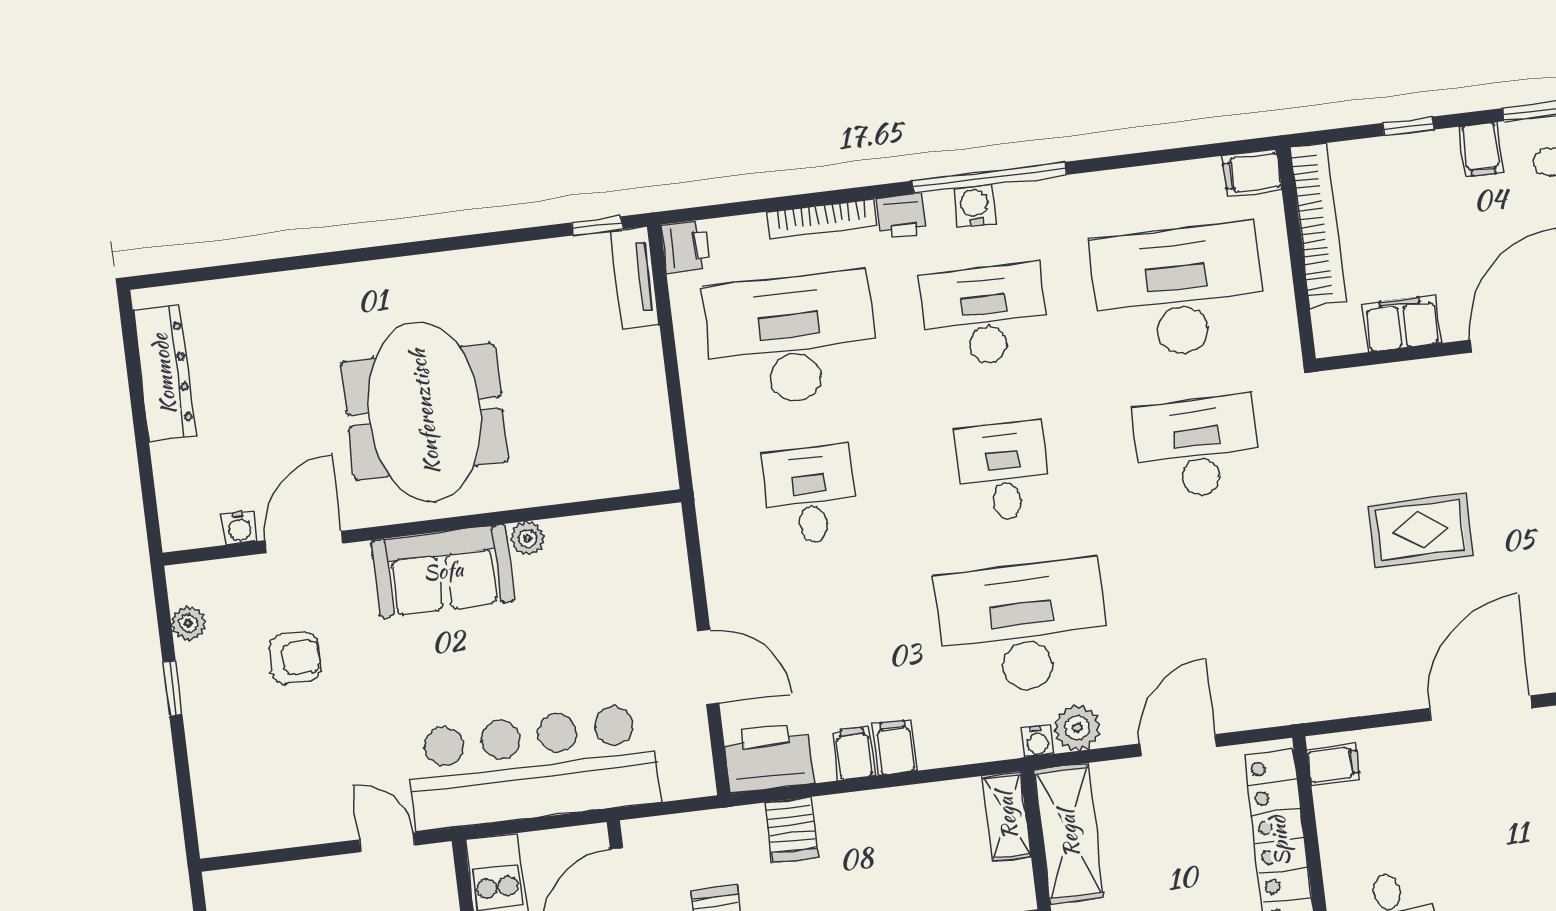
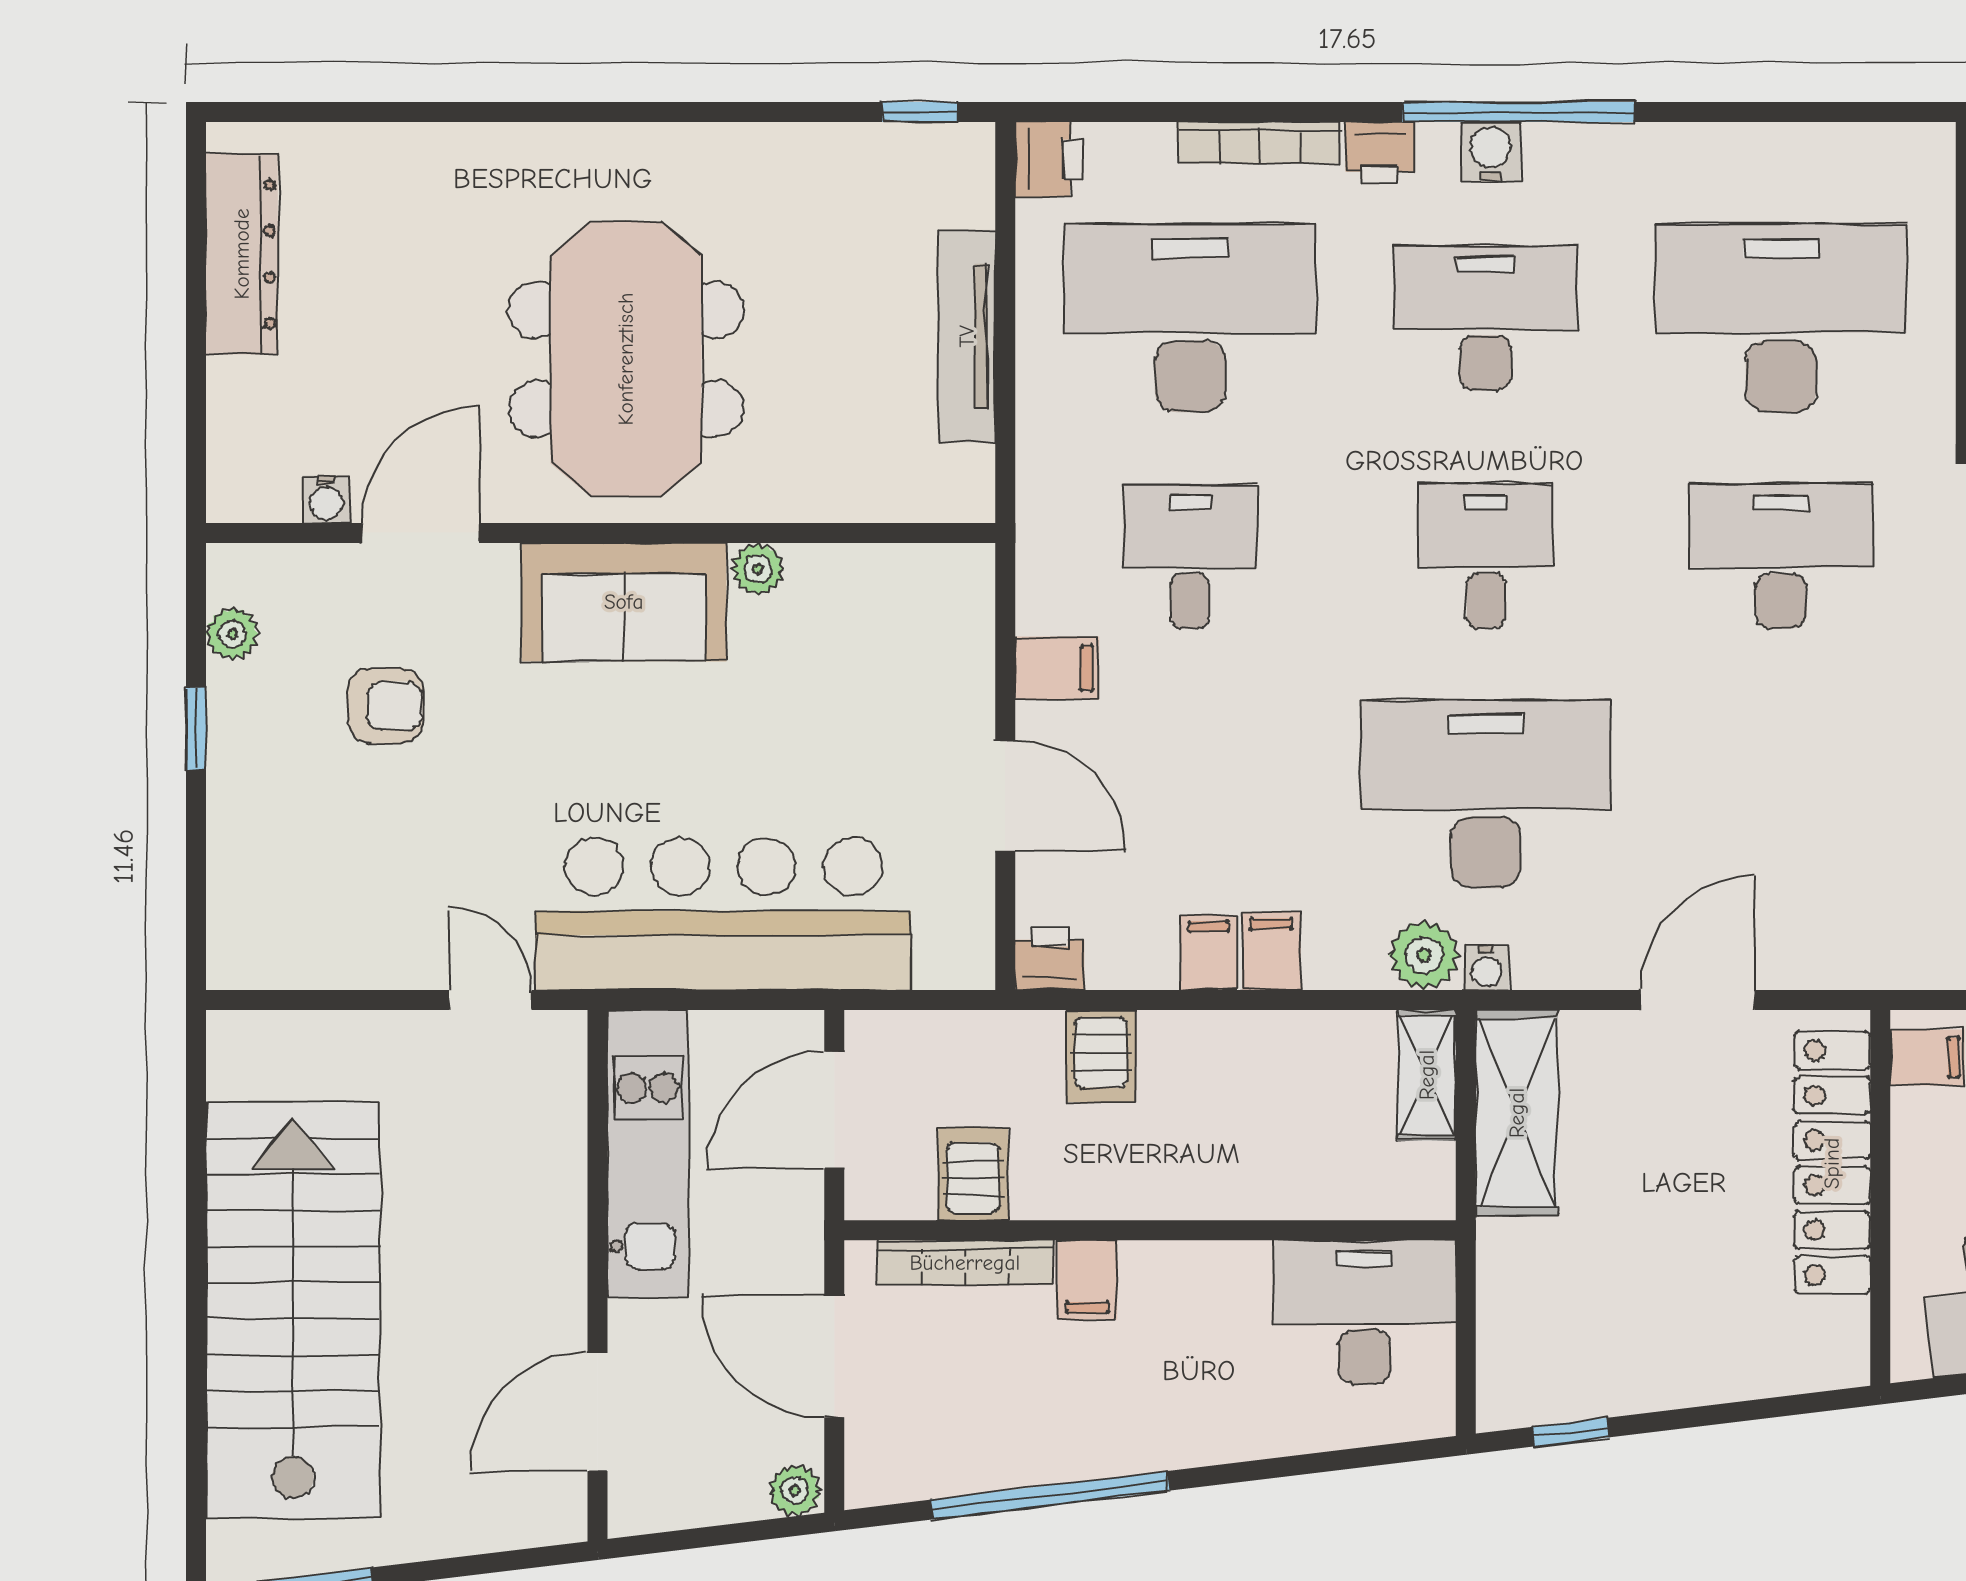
filing cabinet: (1252, 173) -> (1057, 668), moved, turned 180
tv unit: (635, 278) -> (967, 336), moved, width x1.41
plant: (1077, 728) -> (1424, 955), moved
printer: (769, 758) -> (1050, 959), width x0.53, depth x0.68

